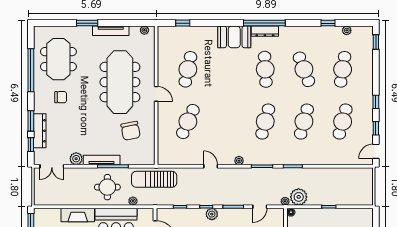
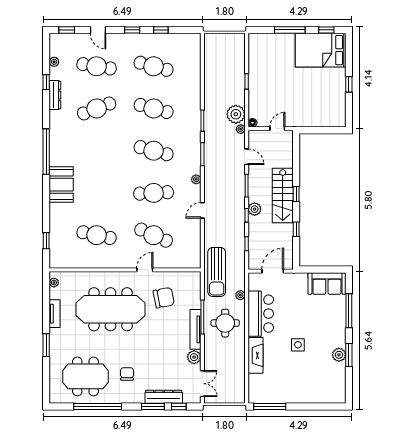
tv unit: (111, 31) -> (55, 314), width x0.71
dresser: (265, 31) -> (55, 95), moved
cafe table: (265, 69) -> (154, 193), moved
door: (156, 94) -> (145, 270), moved
door: (376, 151) -> (98, 30), moved

